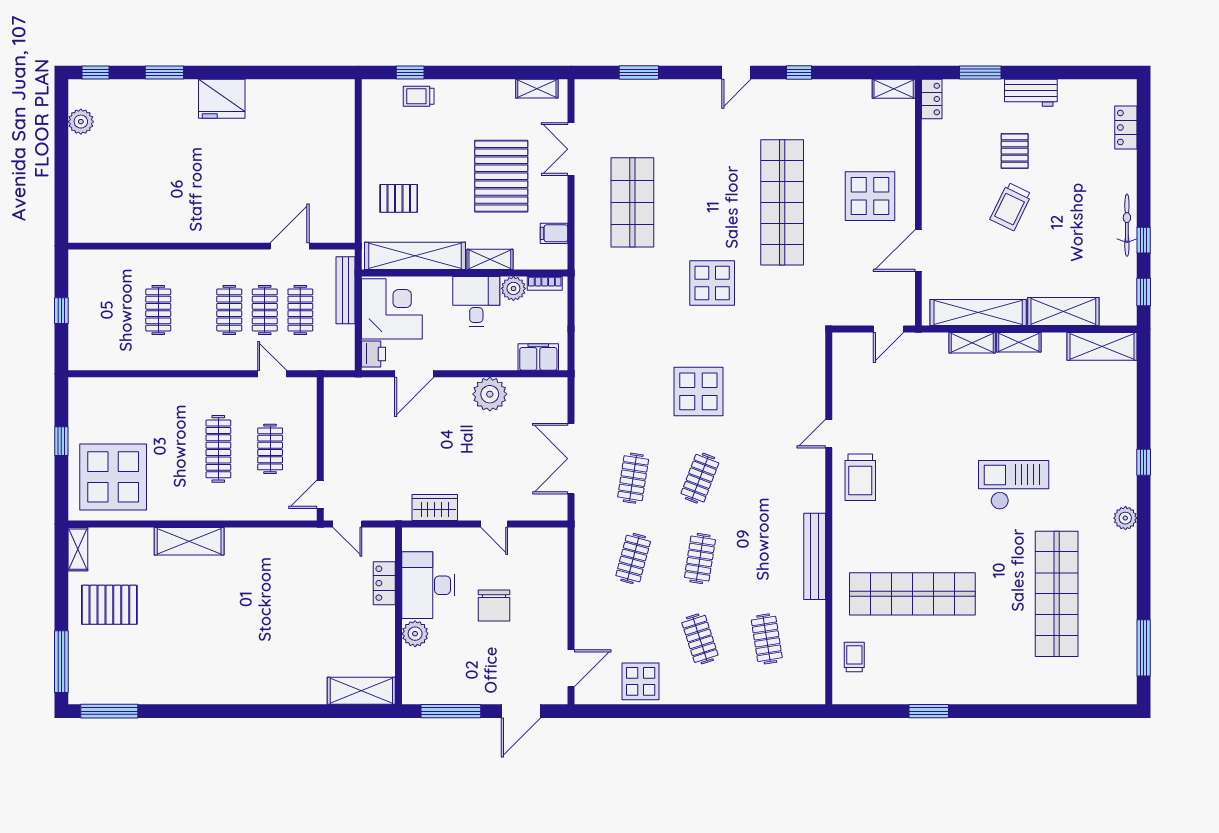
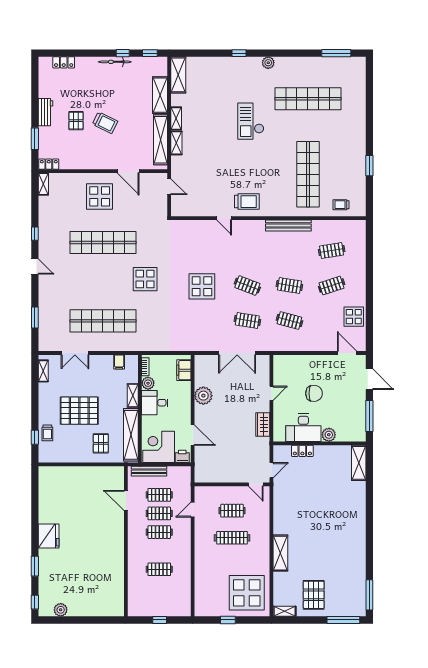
pallet: (1015, 151) -> (76, 121), turned 90
pallet: (501, 176) -> (79, 411), moved
shop shelf: (632, 202) -> (103, 321), width x1.40

